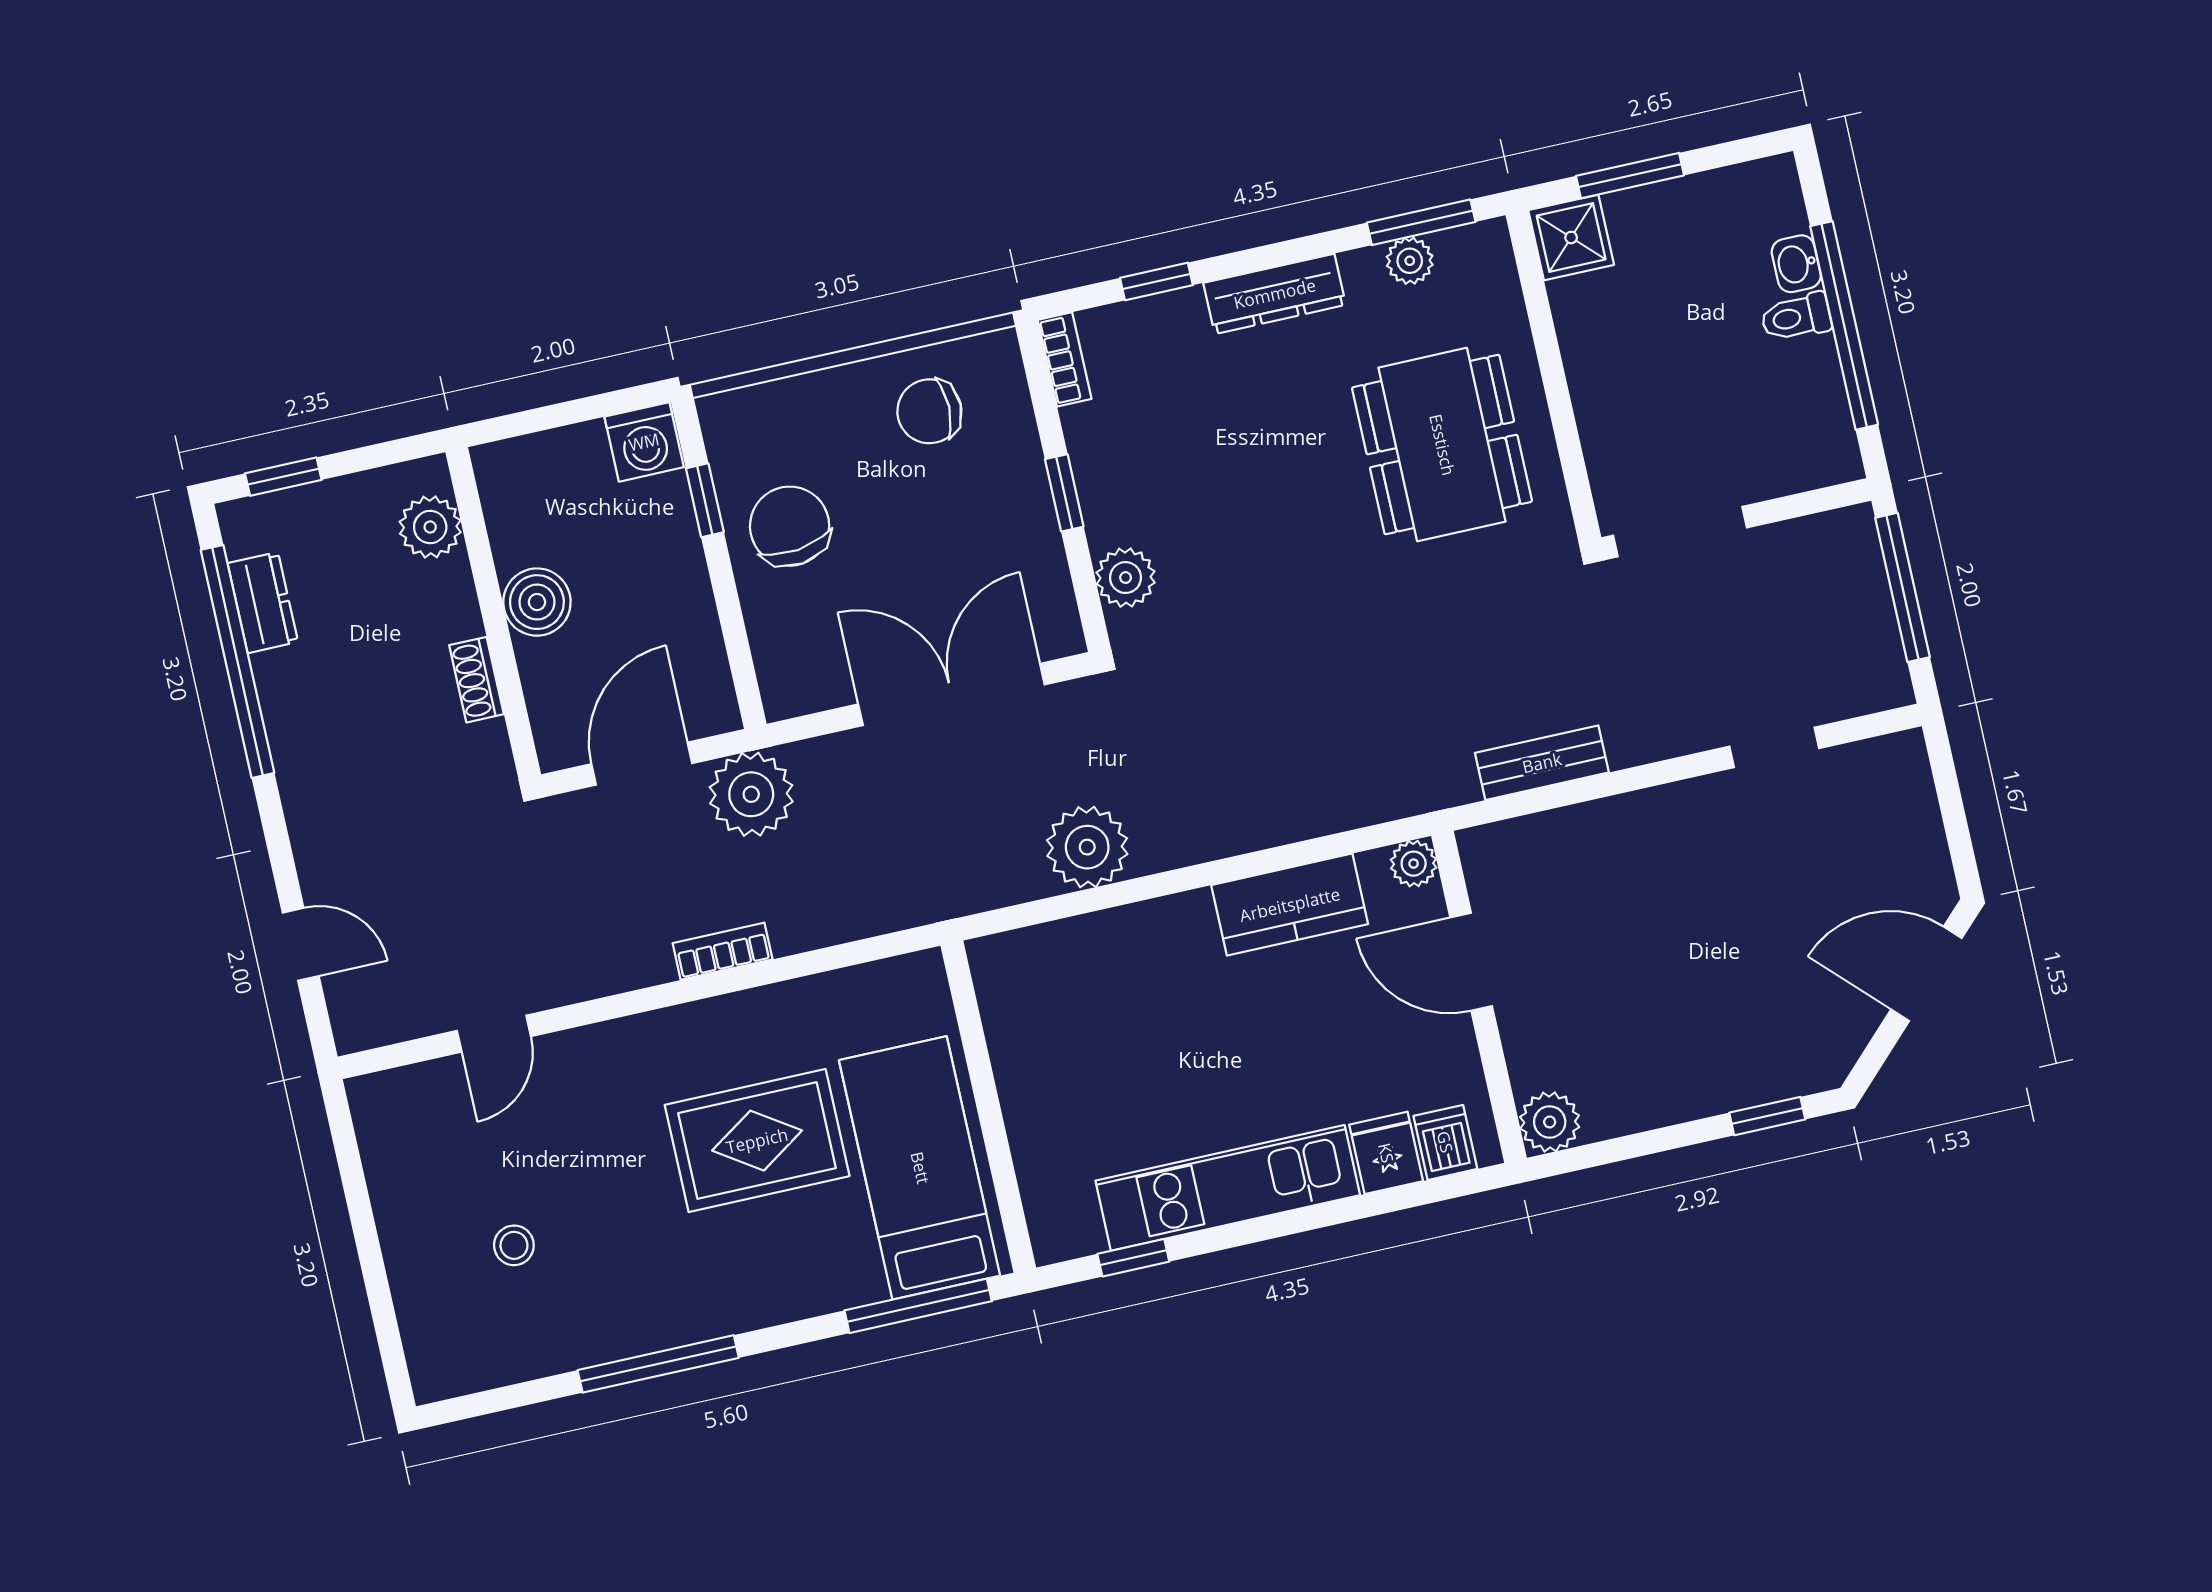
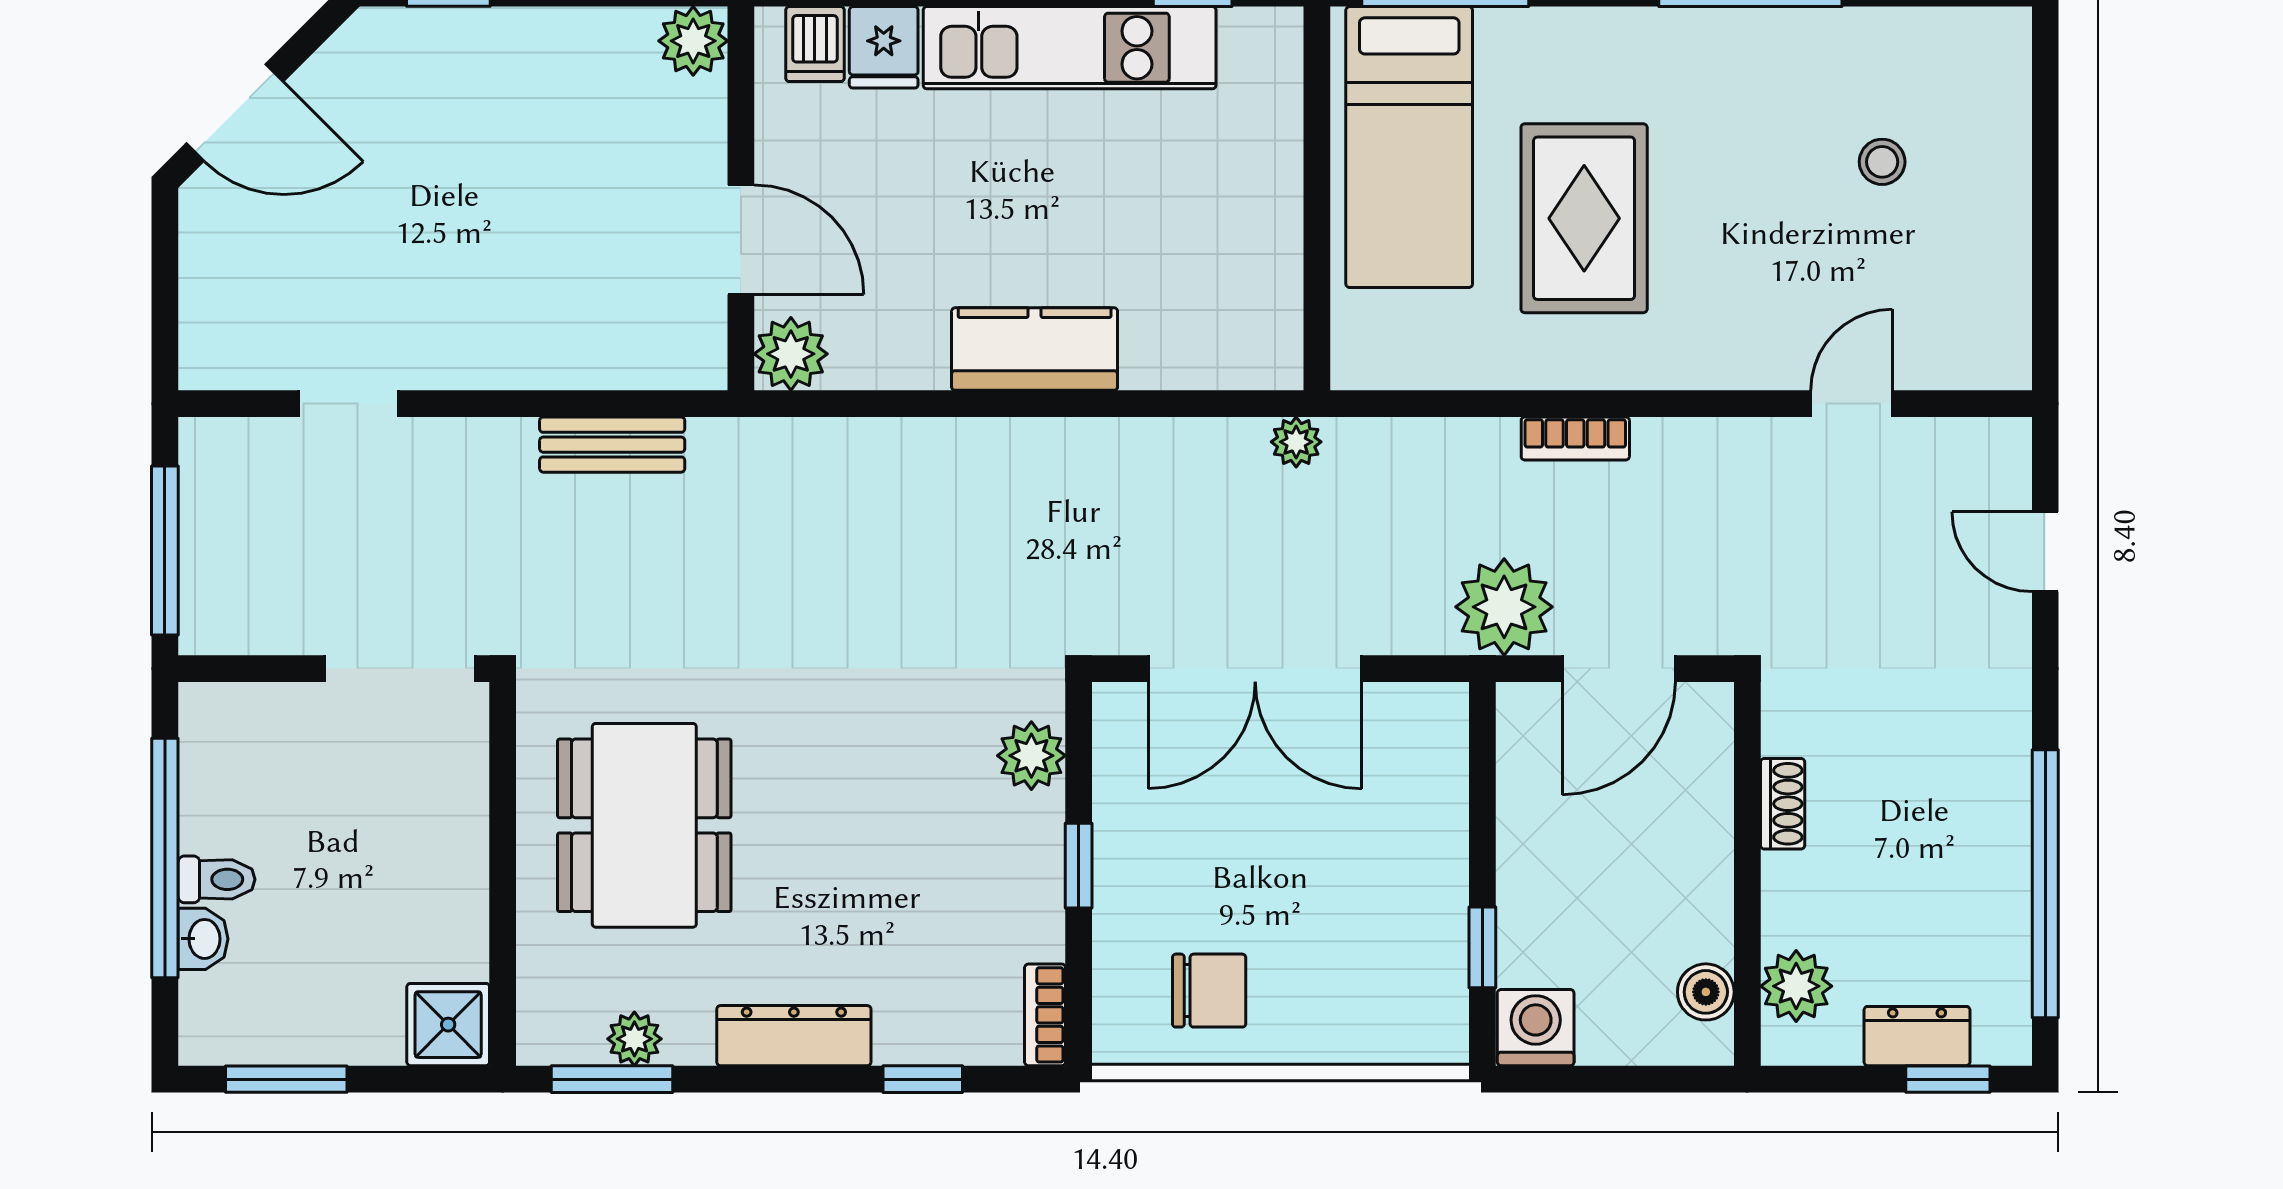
window: (1630, 176) -> (286, 1079), moved
chair: (790, 526) -> (1394, 897), removed
boiler: (537, 602) -> (1706, 992), moved, width x0.73, depth x0.73
dresser: (263, 603) -> (1917, 1036), moved, turned 90
plant: (1087, 847) -> (1296, 442), moved, width x0.53, depth x0.53
plant: (1414, 864) -> (791, 354), width x1.38, depth x1.38
kitchen counter: (1290, 905) -> (1035, 349), moved
rug: (757, 1141) -> (1584, 218), turned 90

